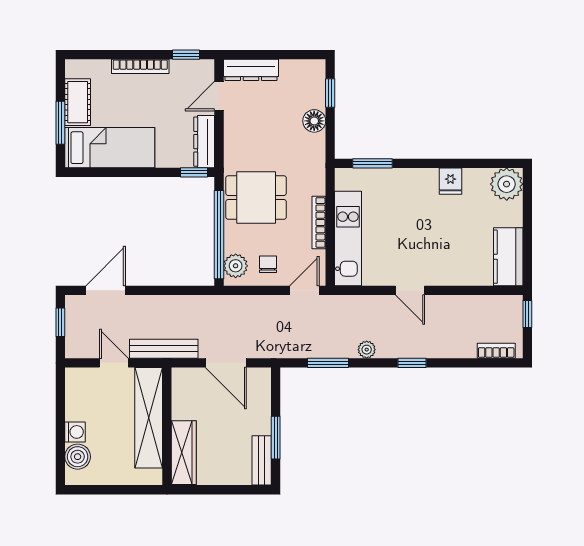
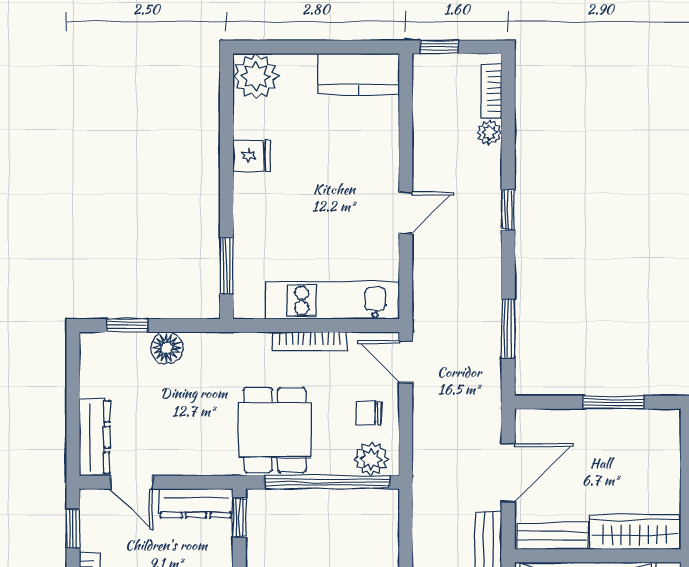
plant: (367, 350) -> (489, 133), moved
bench: (262, 460) -> (552, 536), moved

